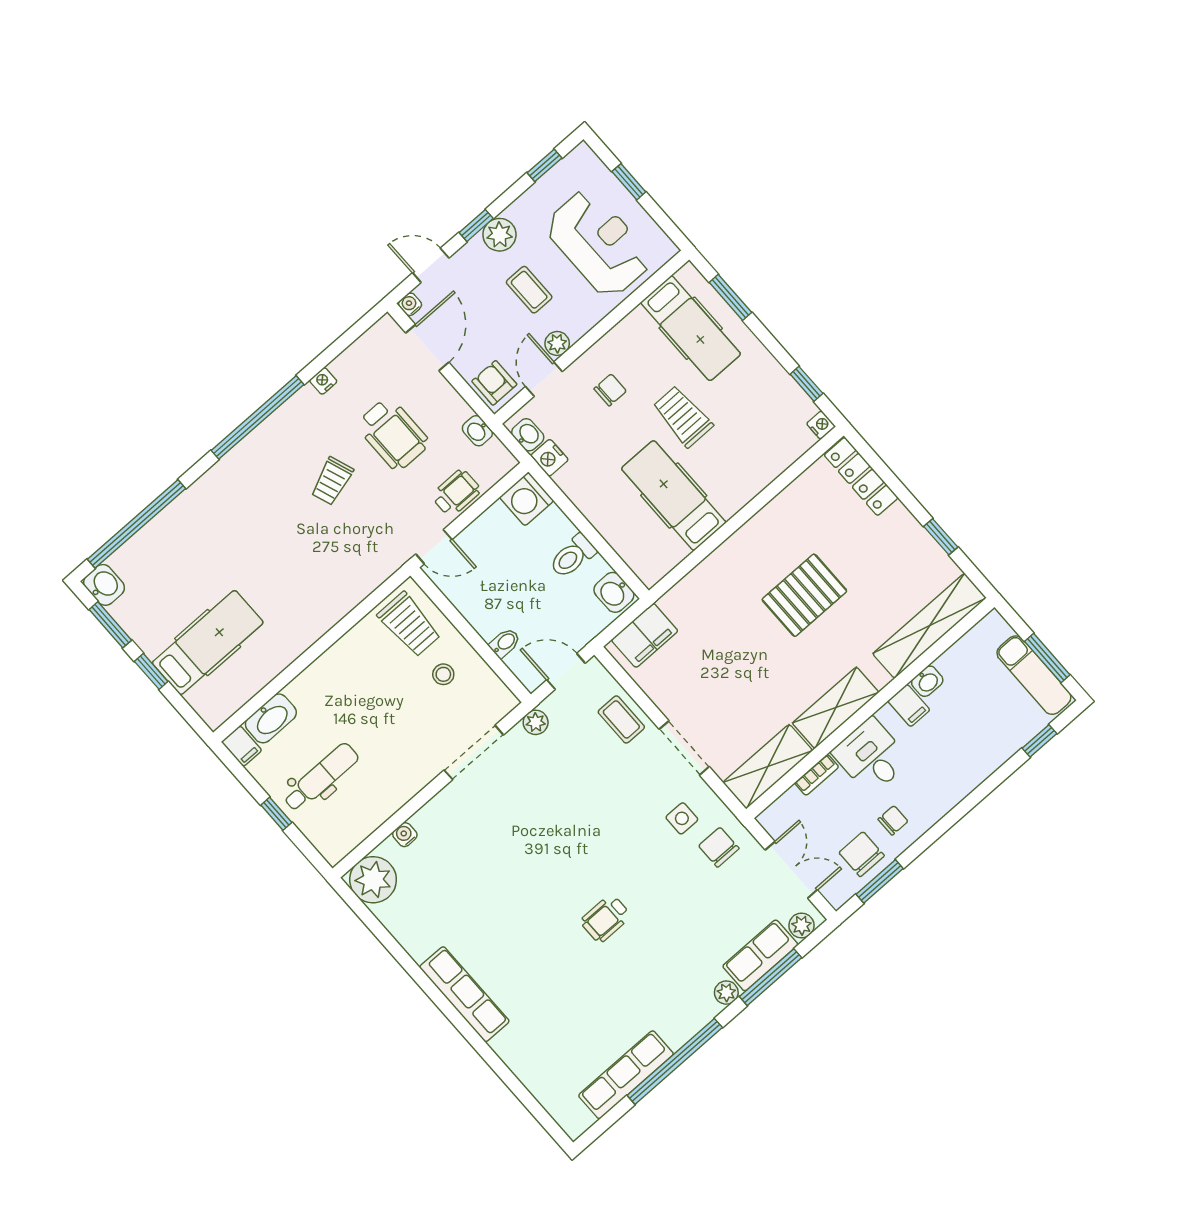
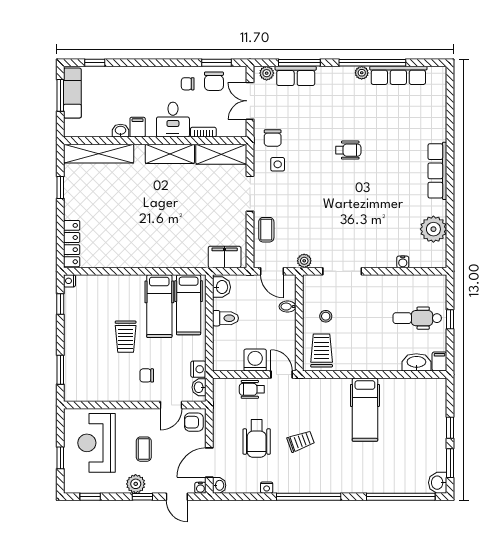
hospital bed: (691, 328) -> (189, 305), moved, turned 180
plant: (557, 343) -> (152, 415), removed
armchair: (494, 383) -> (194, 422), turned 90
washbasin: (477, 431) -> (219, 485), moved
wheelchair: (393, 434) -> (257, 439), turned 180
washing machine: (527, 499) -> (255, 360), moved, turned -90
pallet: (804, 595) -> (141, 214), removed
hospital bed: (208, 643) -> (365, 410), moved, turned -90
plant: (373, 880) -> (433, 229), moved
plant: (726, 993) -> (362, 73), moved

